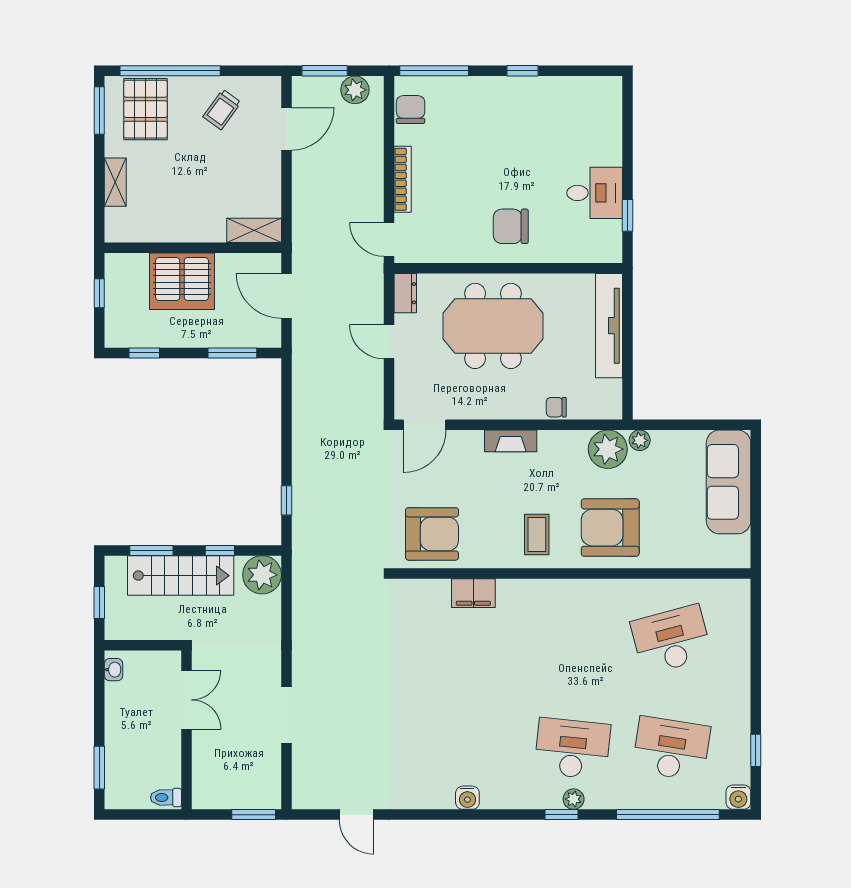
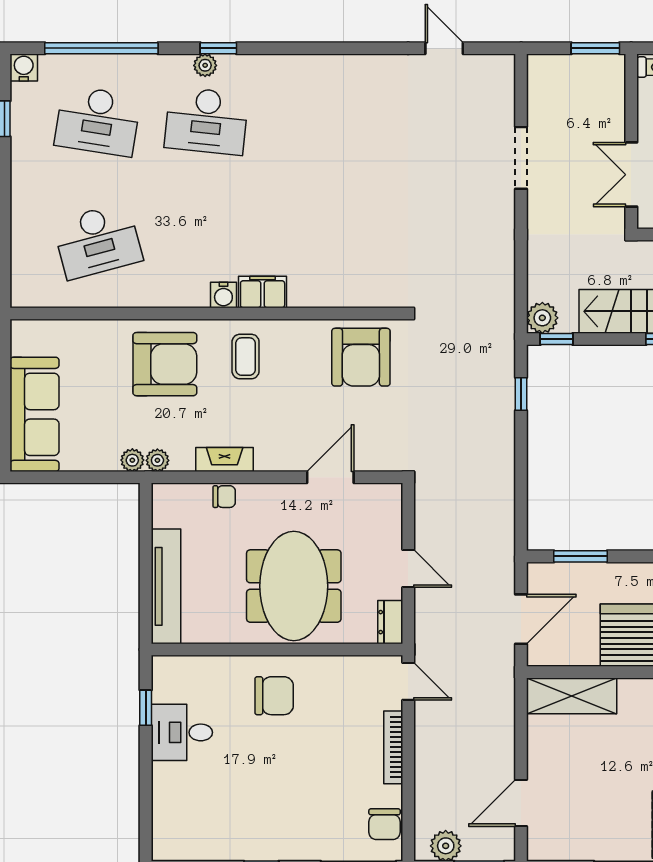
trolley: (222, 110) -> (592, 824), removed
shelving: (254, 230) -> (572, 696), width x1.50, depth x1.33
door: (286, 296) -> (521, 619), hinge flipped
meeting table: (493, 326) -> (294, 586), turned 90
door: (425, 425) -> (330, 477), moved
fireplace: (511, 441) -> (225, 459), moved
plant: (608, 449) -> (157, 460), width x0.53, depth x0.53
armchair: (432, 534) -> (361, 357), turned -90
window: (220, 550) -> (556, 339), moved
plant: (262, 575) -> (542, 318), width x0.73, depth x0.73
filing cabinet: (473, 593) -> (263, 292), moved
water cooler: (467, 798) -> (223, 295), moved, turned 180
window: (254, 815) -> (595, 48), moved

